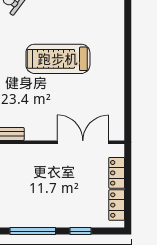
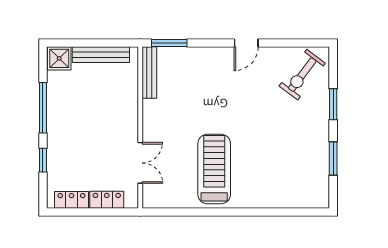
treadmill: (58, 59) -> (214, 169), moved
double door: (83, 142) -> (140, 163), width x0.73

